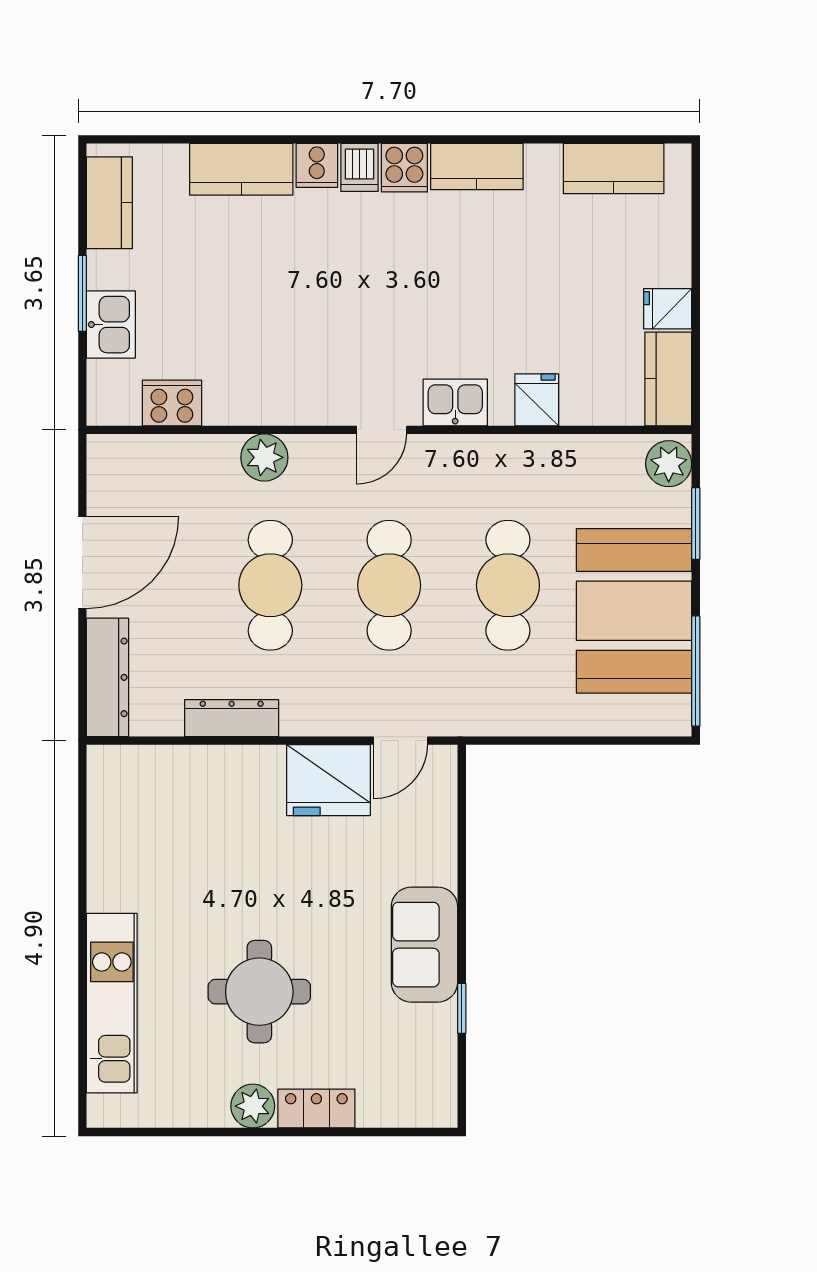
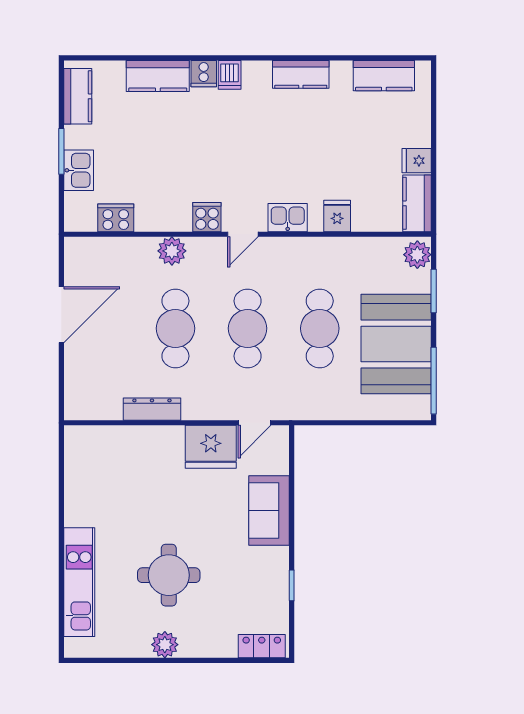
cooker: (404, 168) -> (207, 217), moved, turned 180
dresser: (108, 677) -> (77, 384), removed
sofa: (424, 945) -> (269, 510), moved
locker: (316, 1108) -> (262, 646), moved

